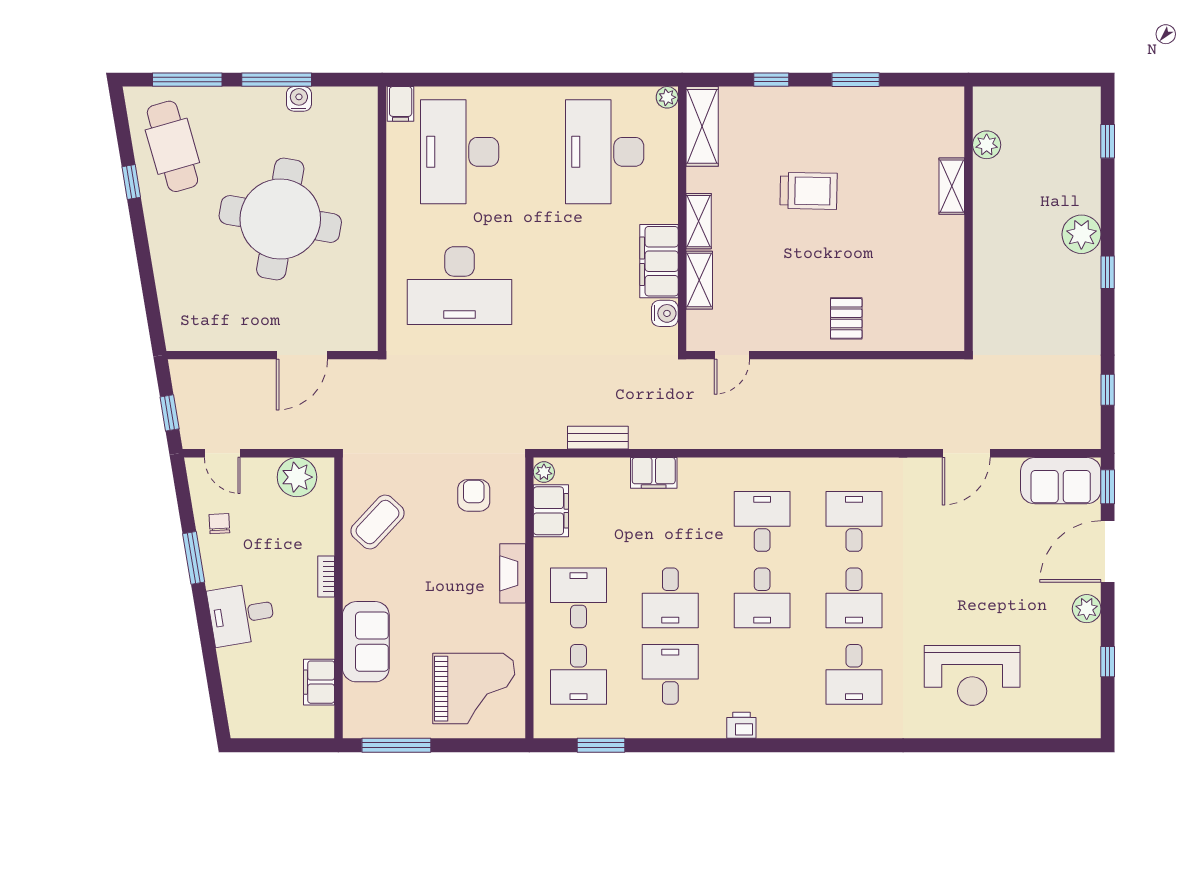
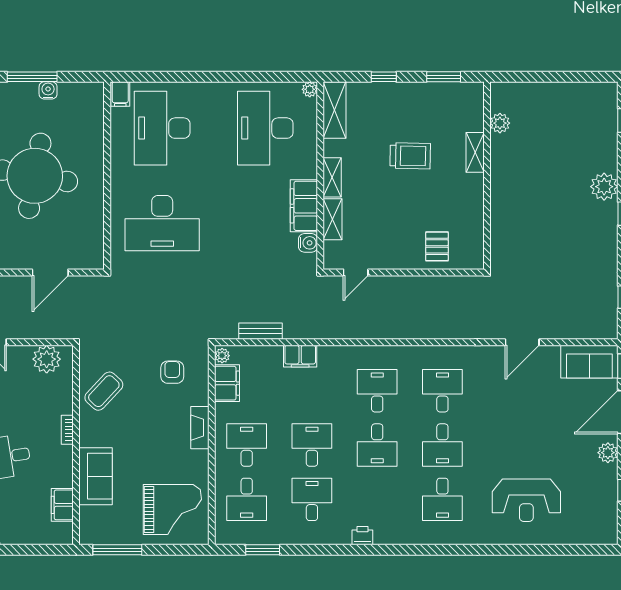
plant: (987, 145) -> (500, 123), moved
shelving: (952, 186) -> (475, 152), moved
wall: (969, 219) -> (487, 176), moved
desk: (670, 598) -> (312, 445), turned 180

